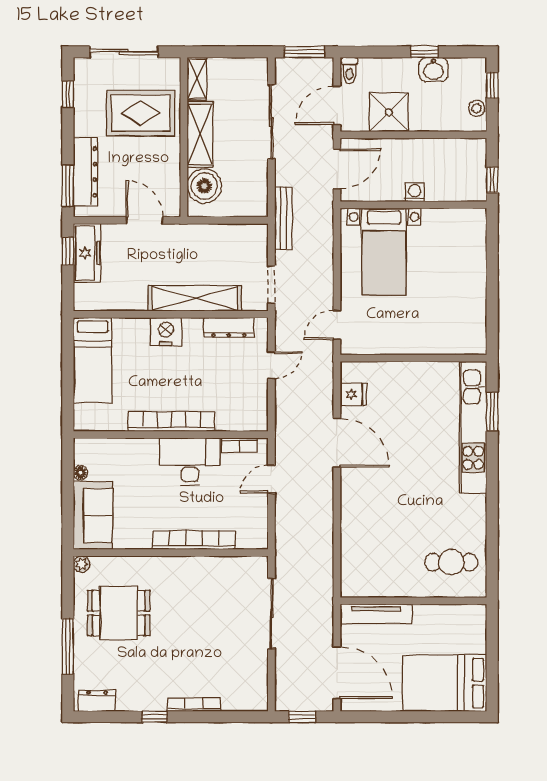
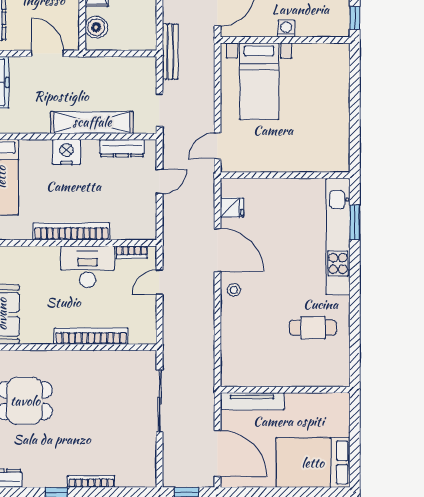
boiler: (204, 186) -> (96, 27), width x0.73, depth x0.73
stool: (355, 488) -> (234, 290), added
cafe table: (451, 562) -> (313, 328), moved

